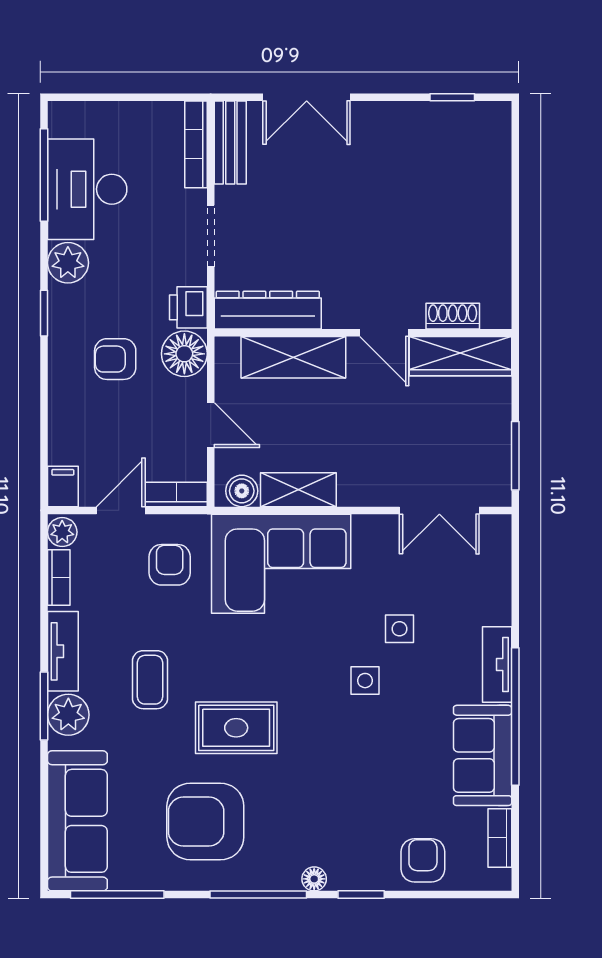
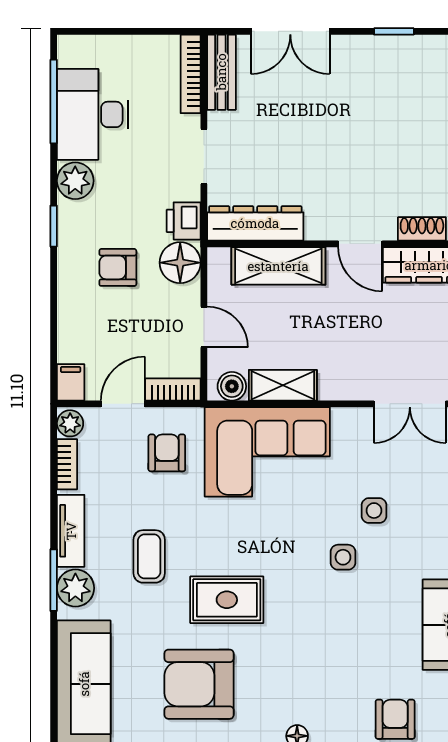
window: (452, 97) -> (394, 31), moved

